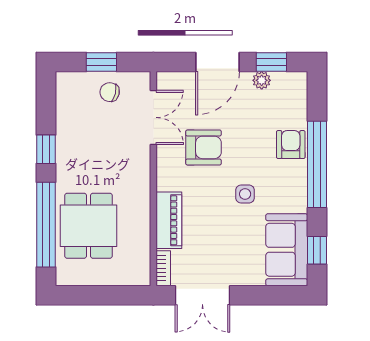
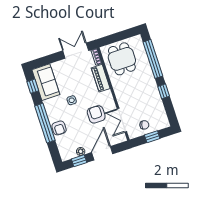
armchair: (203, 147) -> (96, 114), turned 90
dining table: (88, 226) -> (122, 59), moved

